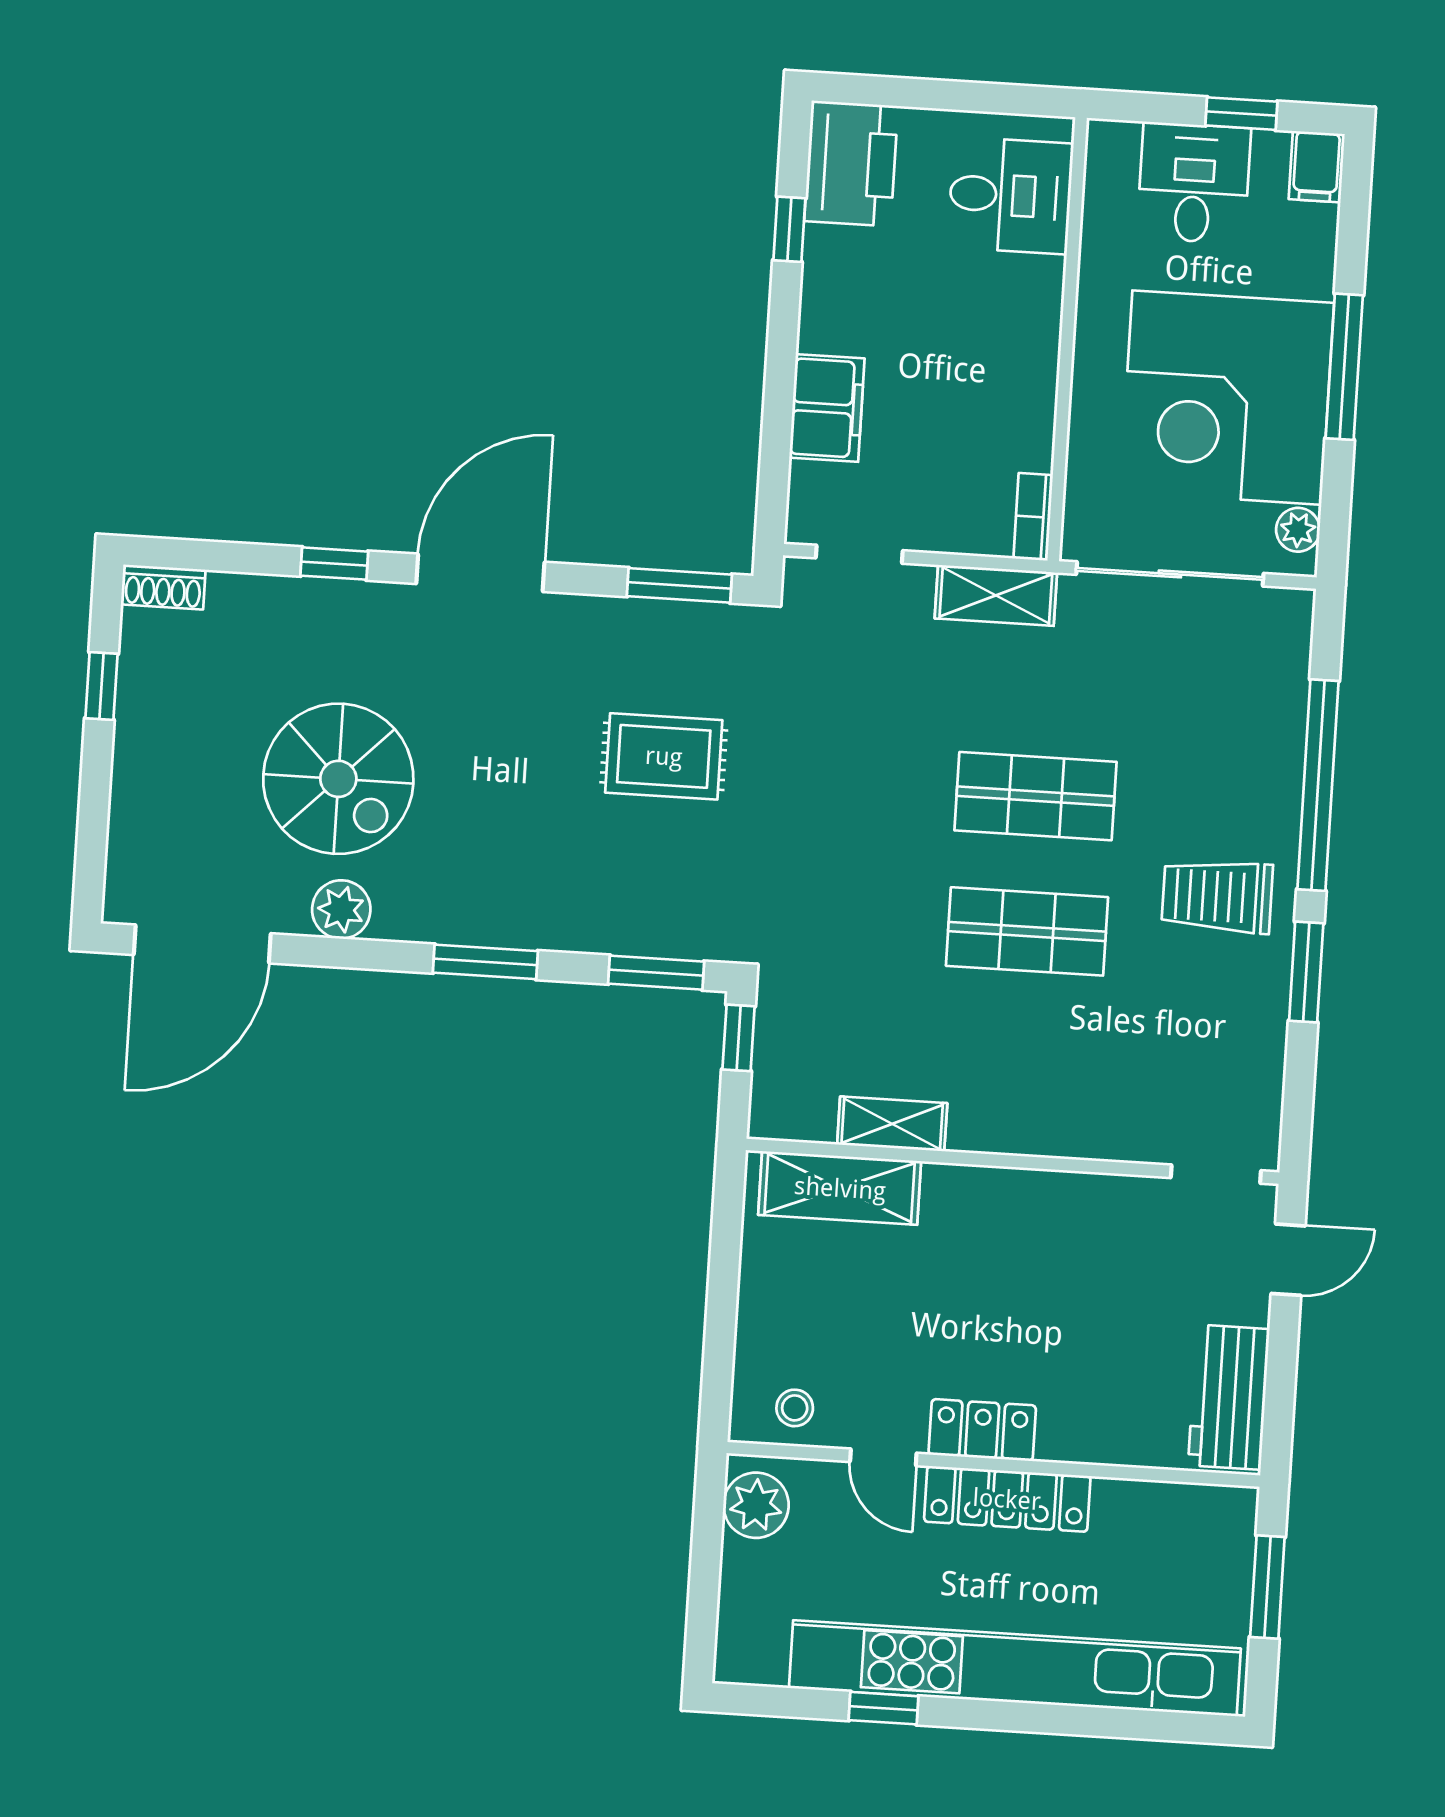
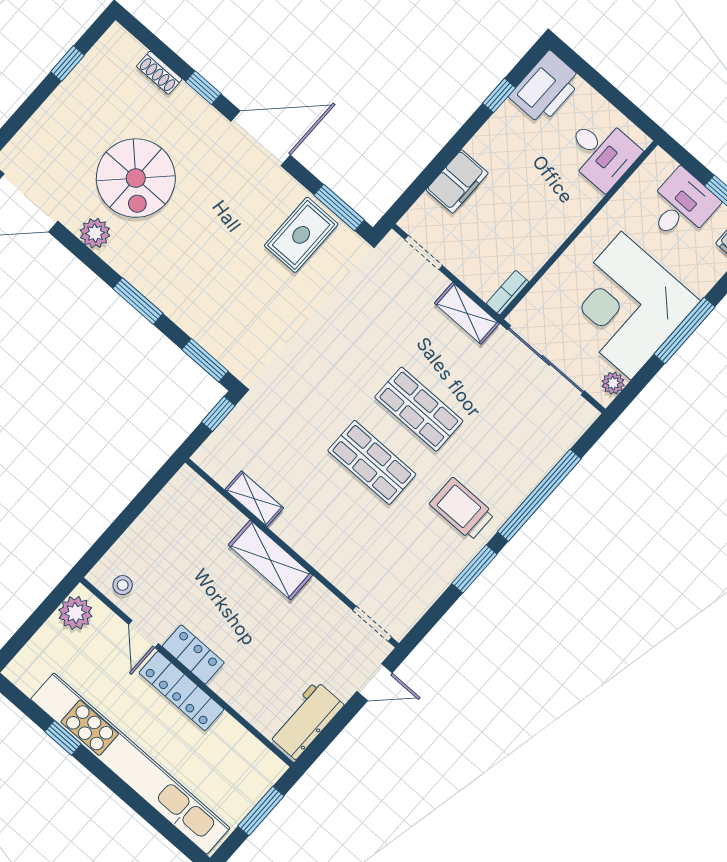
shoe rack: (163, 587) -> (159, 73), moved
rug: (664, 756) -> (301, 235), moved, turned 90
shelving: (840, 1188) -> (270, 560), moved

